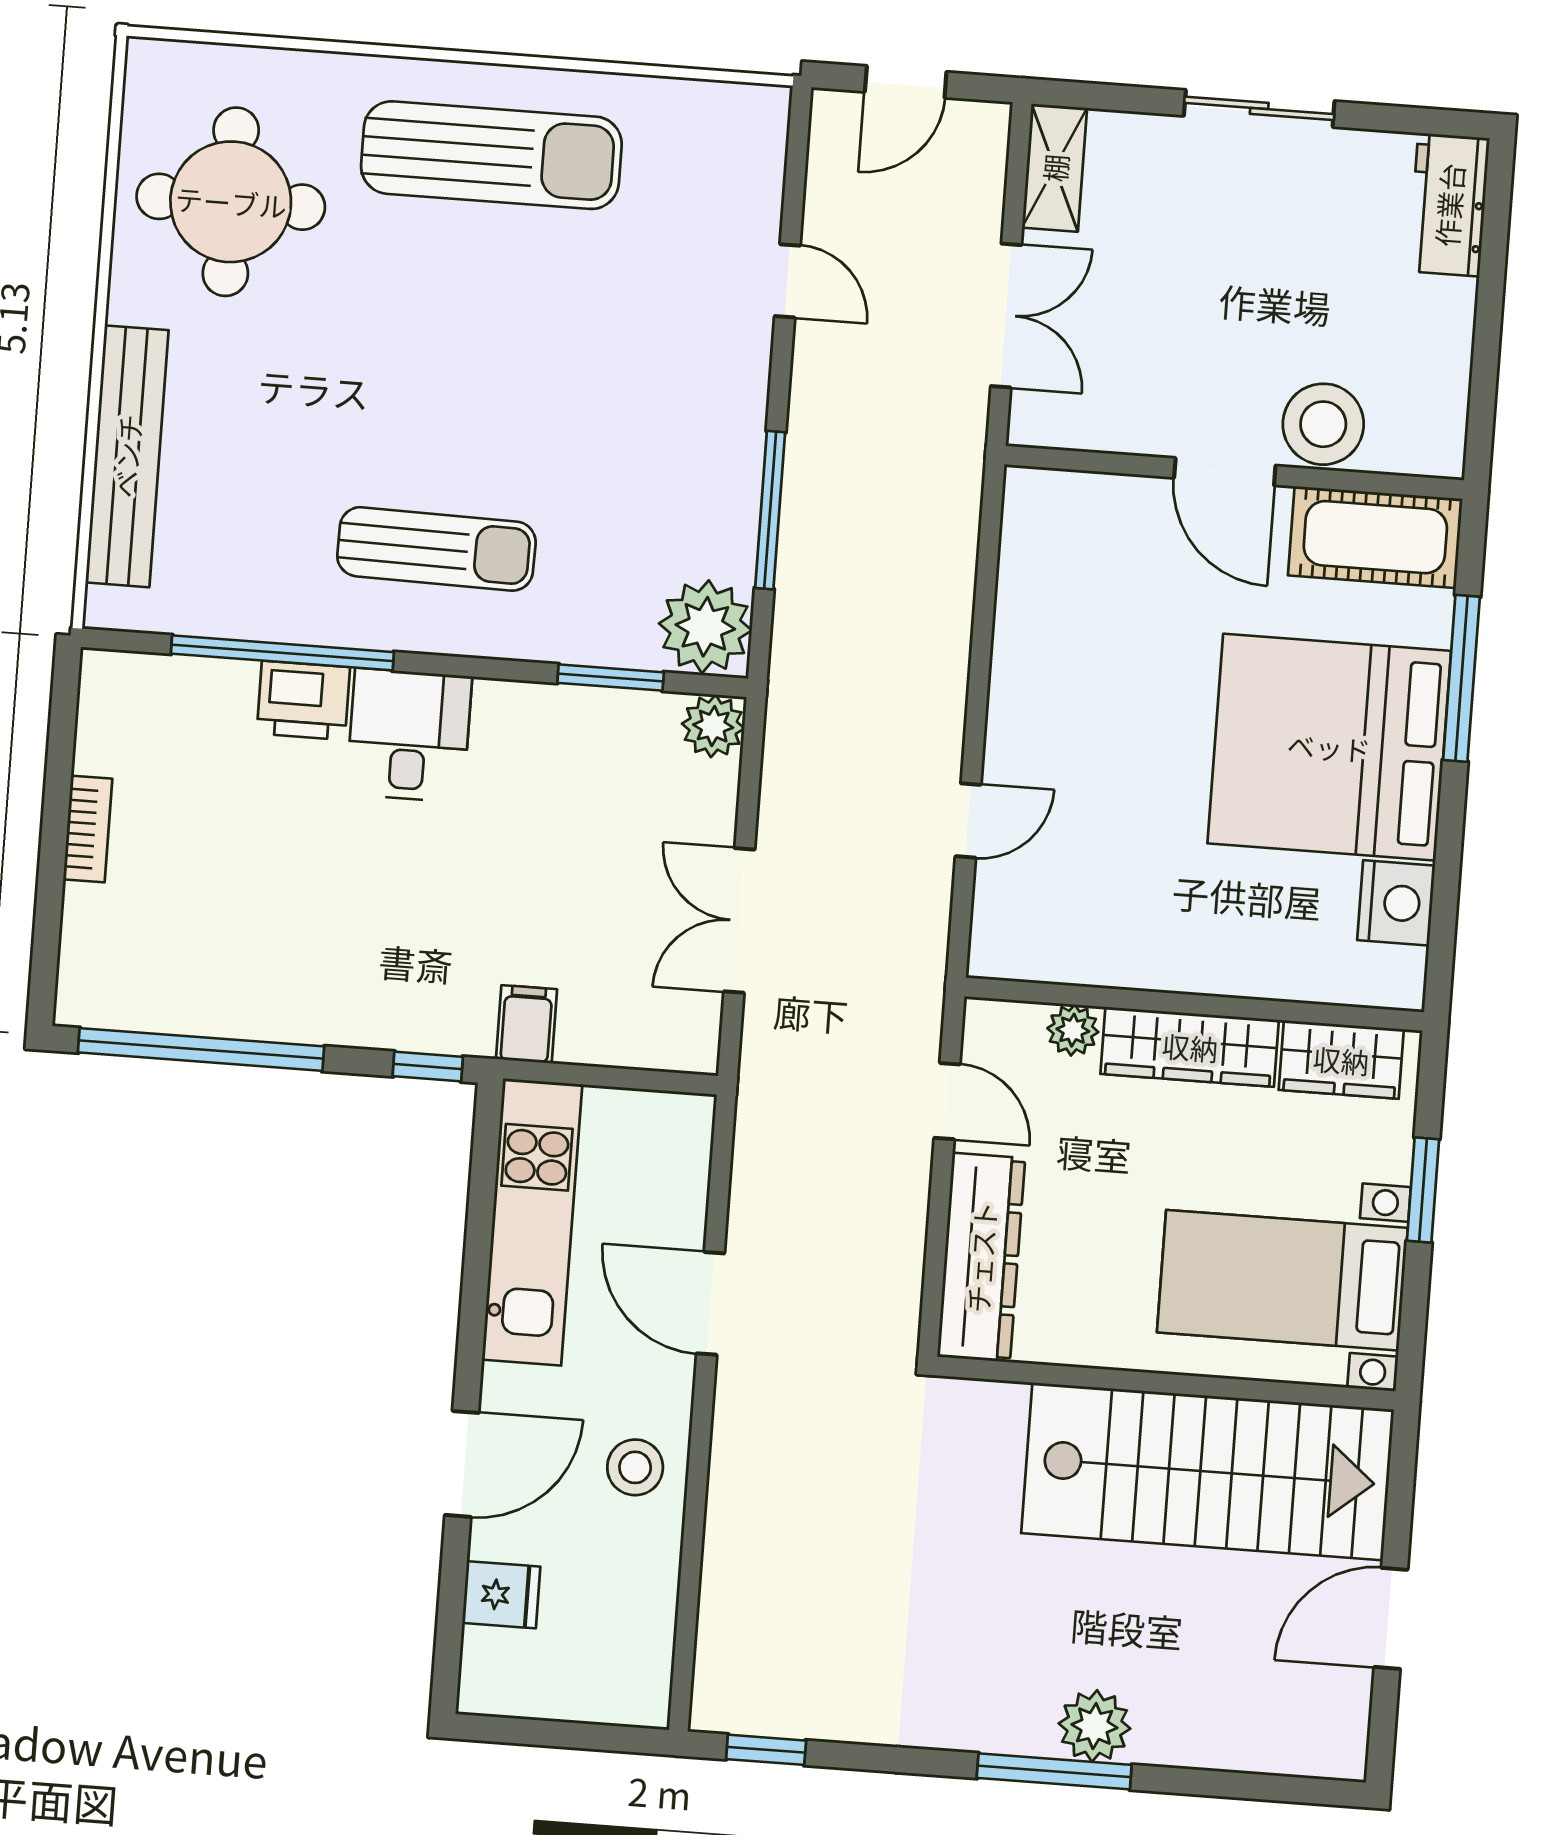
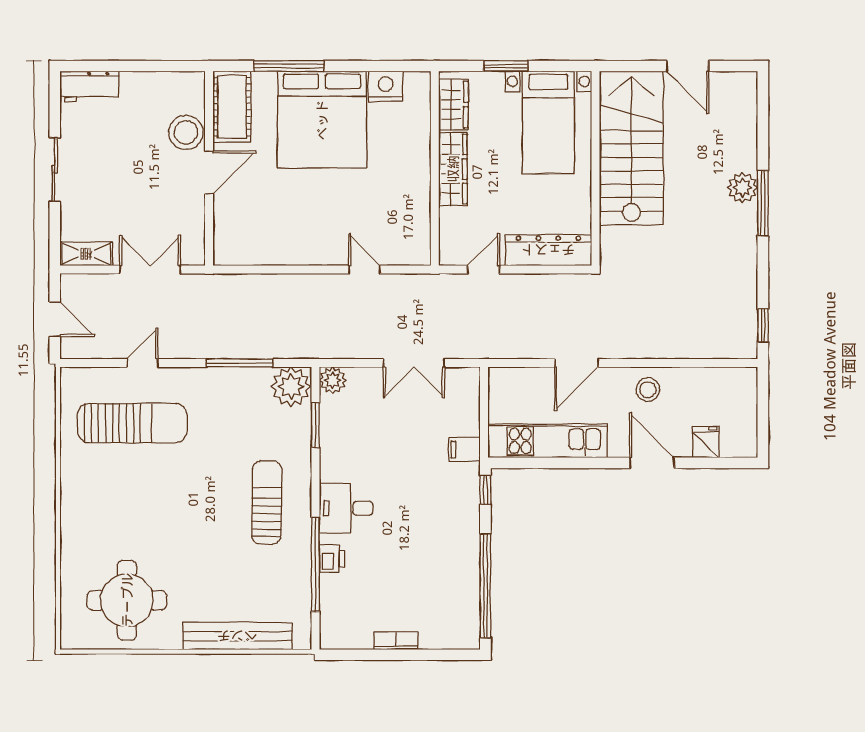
sun lounger: (491, 155) -> (132, 423), moved, turned 90
printer: (303, 700) -> (332, 559), width x0.73, depth x0.81
plant: (1073, 1030) -> (450, 219), removed

